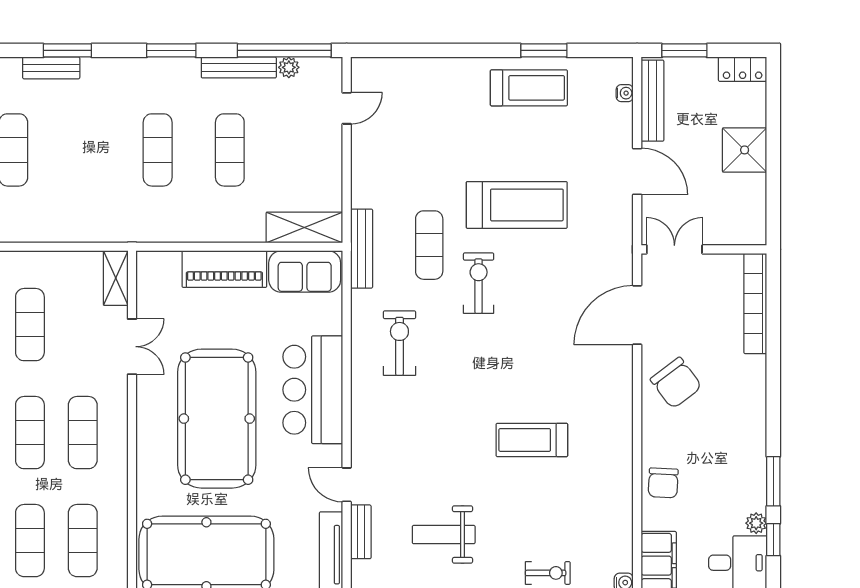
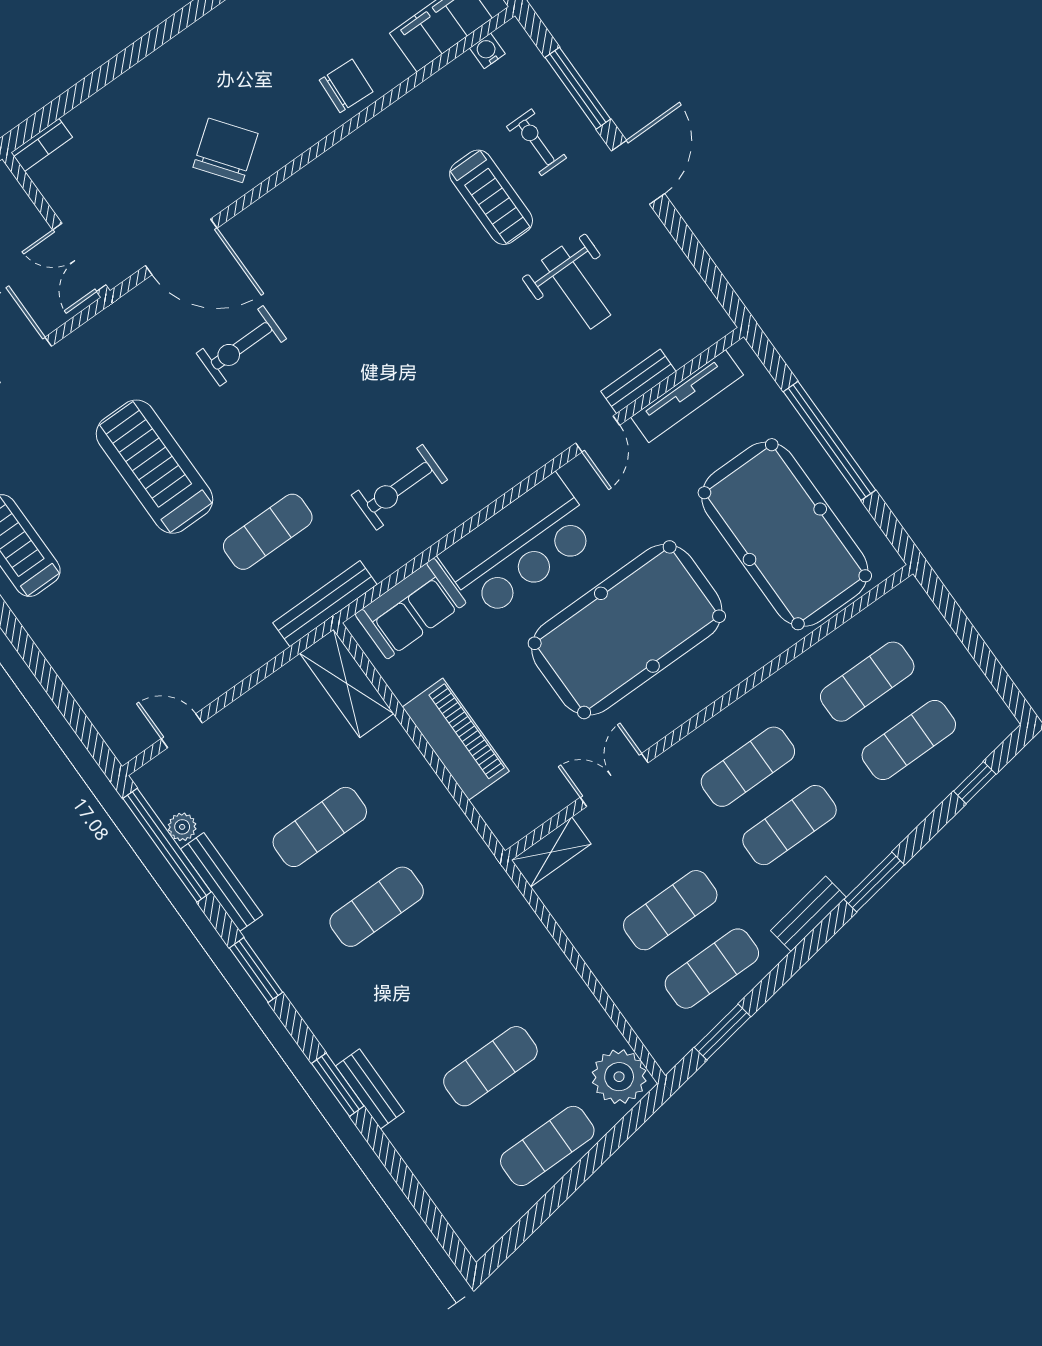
sofa: (305, 271) -> (411, 609), moved, turned 90
exercise bike: (479, 283) -> (241, 346), moved
bookcase: (755, 303) -> (42, 145), width x0.43, depth x0.76
treadmill: (532, 440) -> (491, 197), moved

